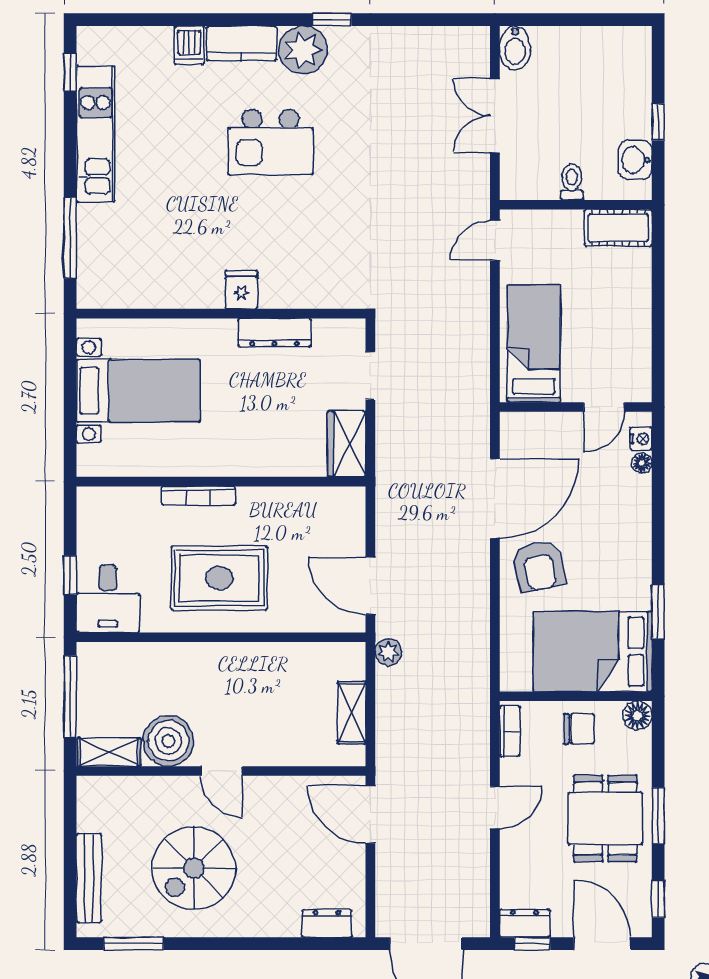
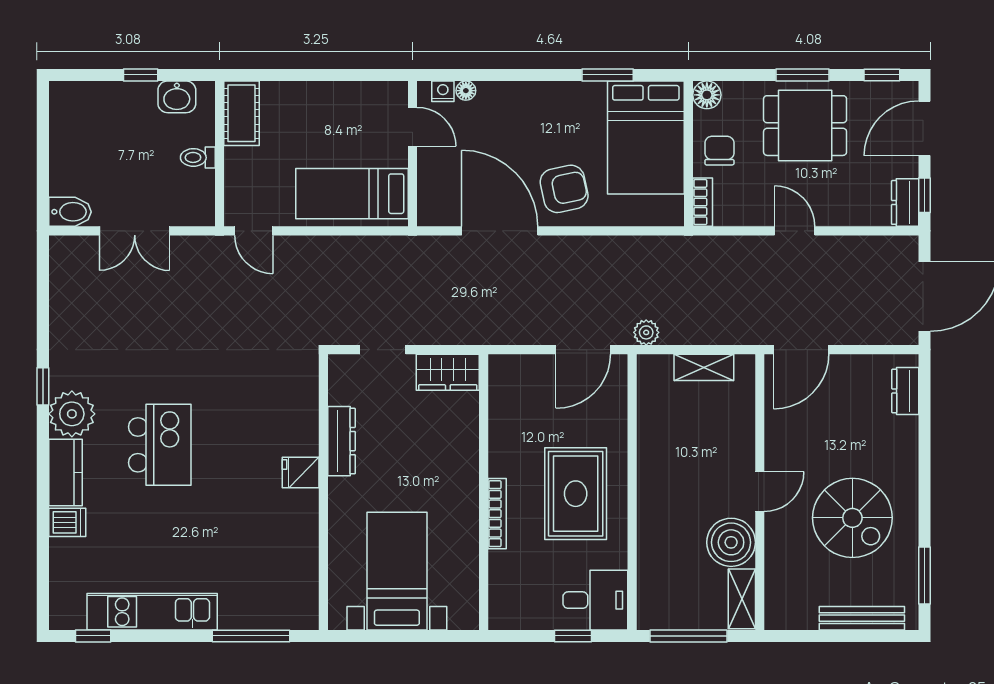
bookcase: (510, 731) -> (703, 202), moved, turned 90

